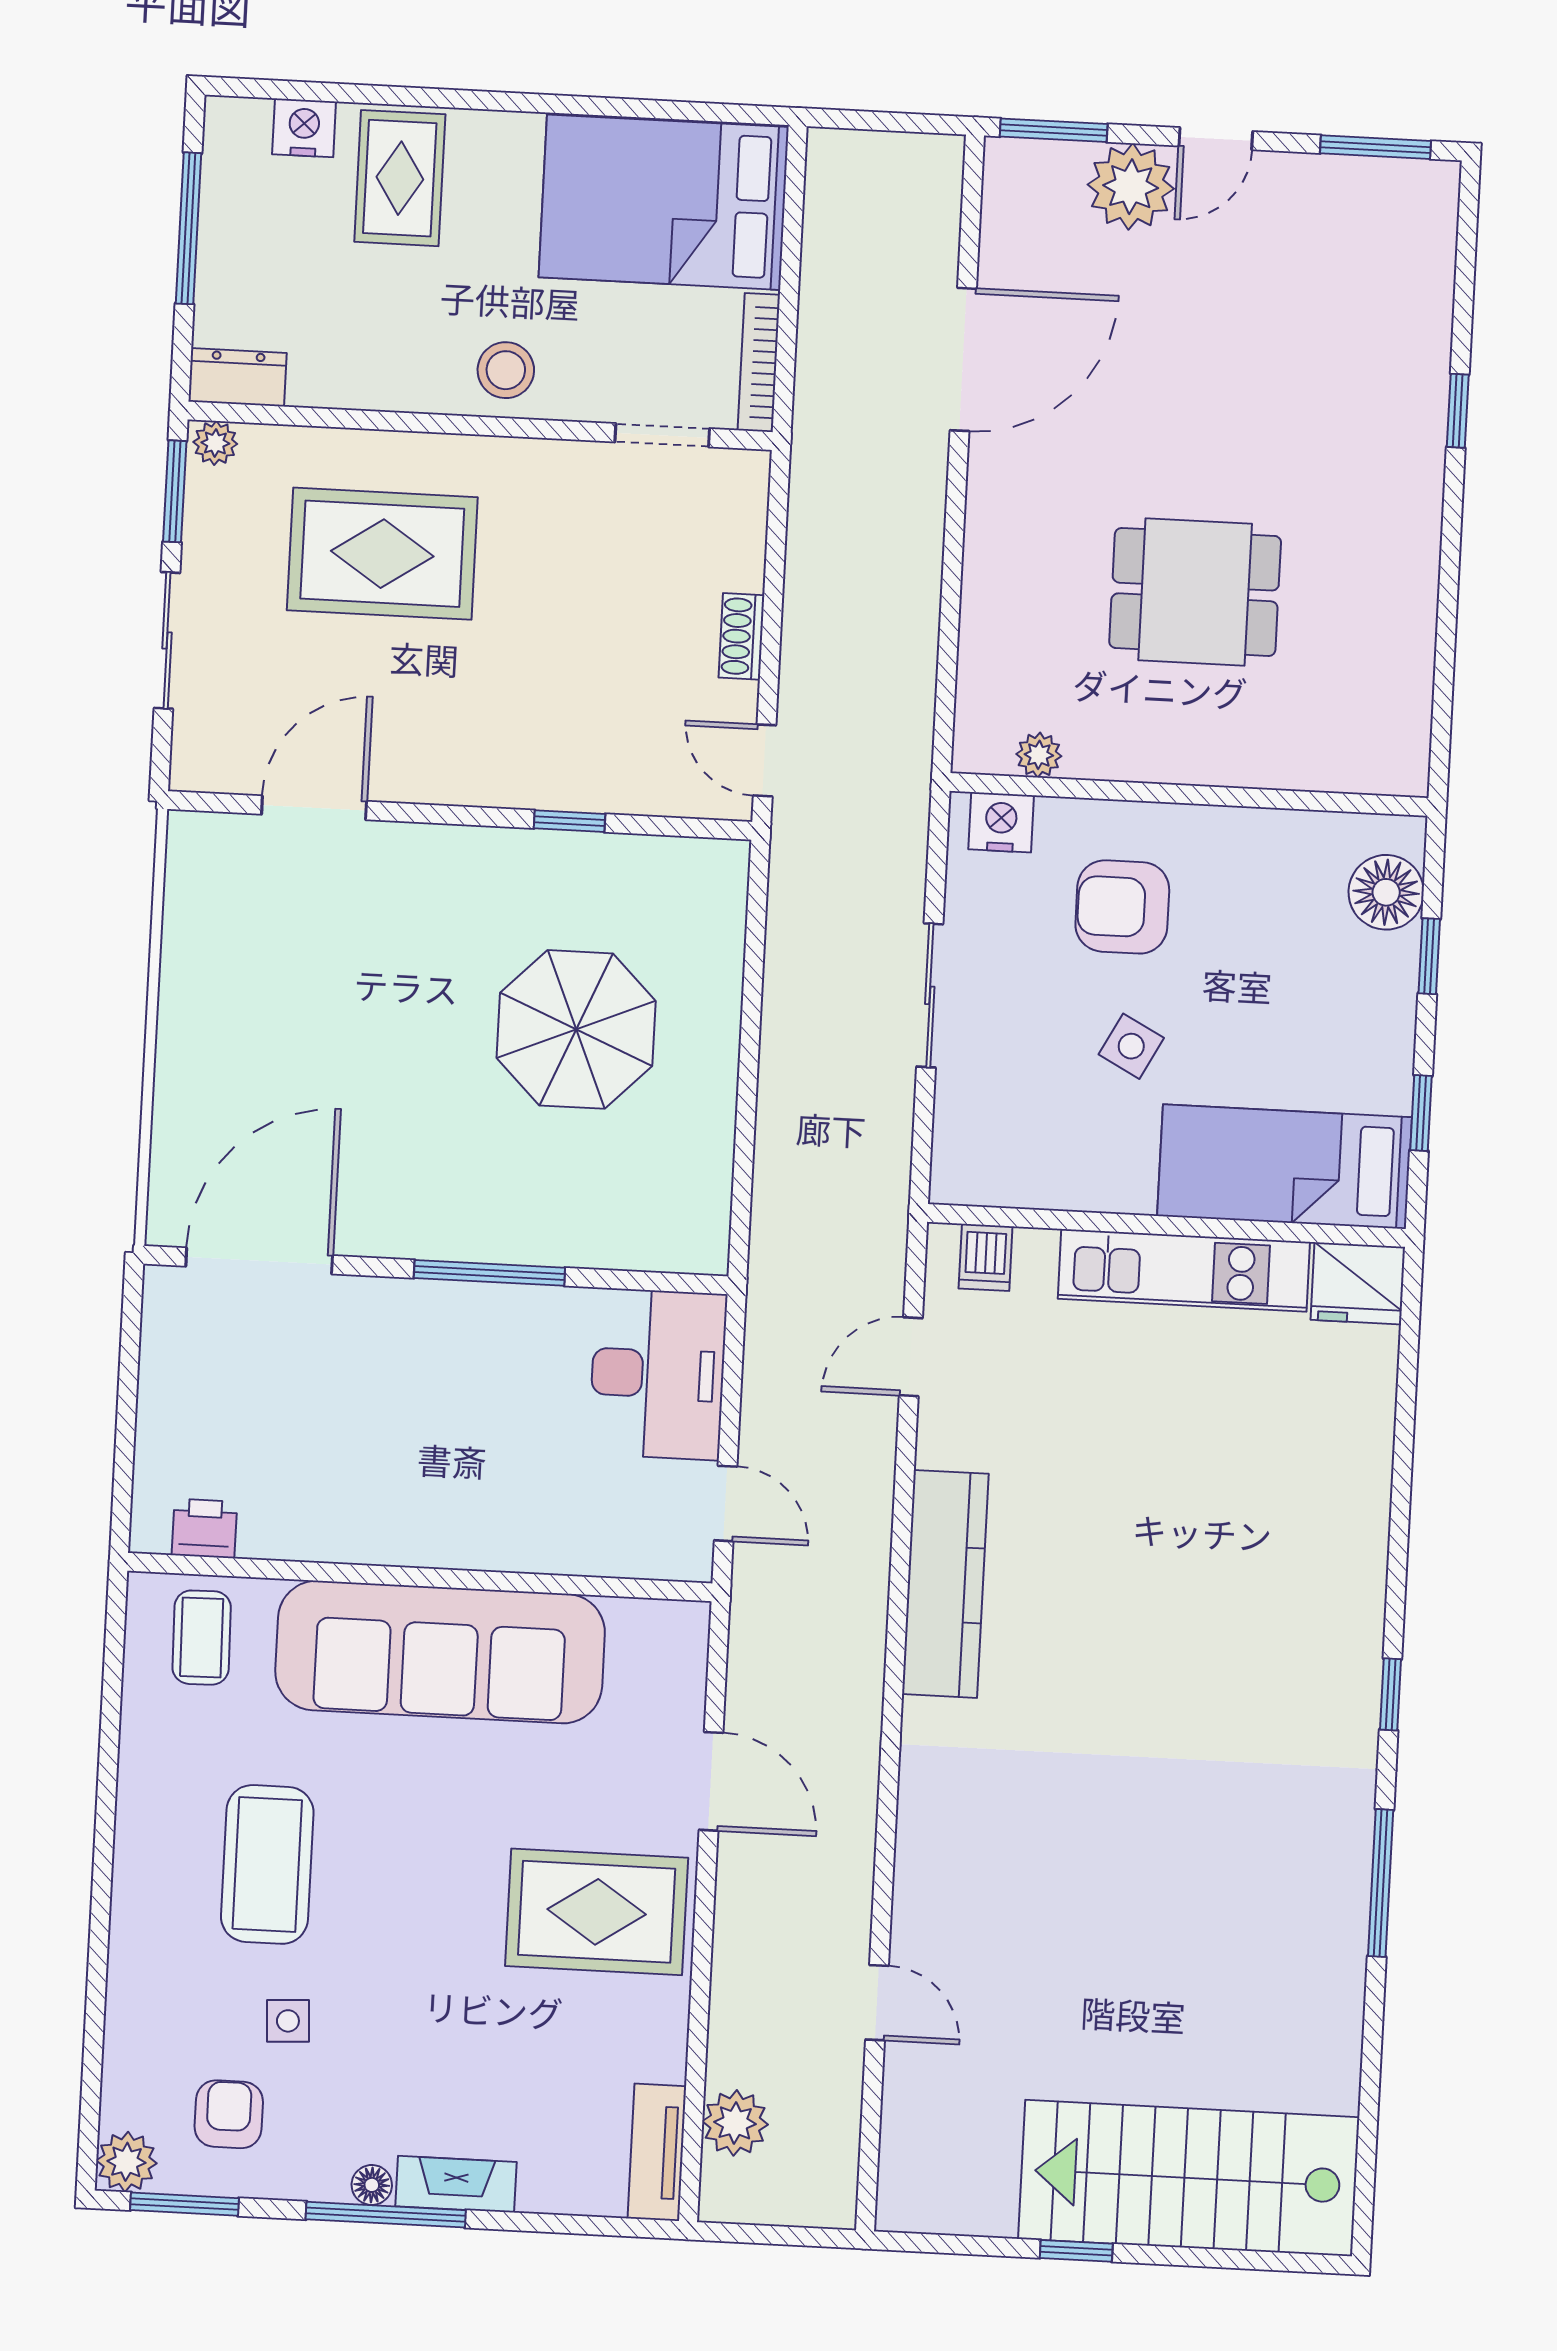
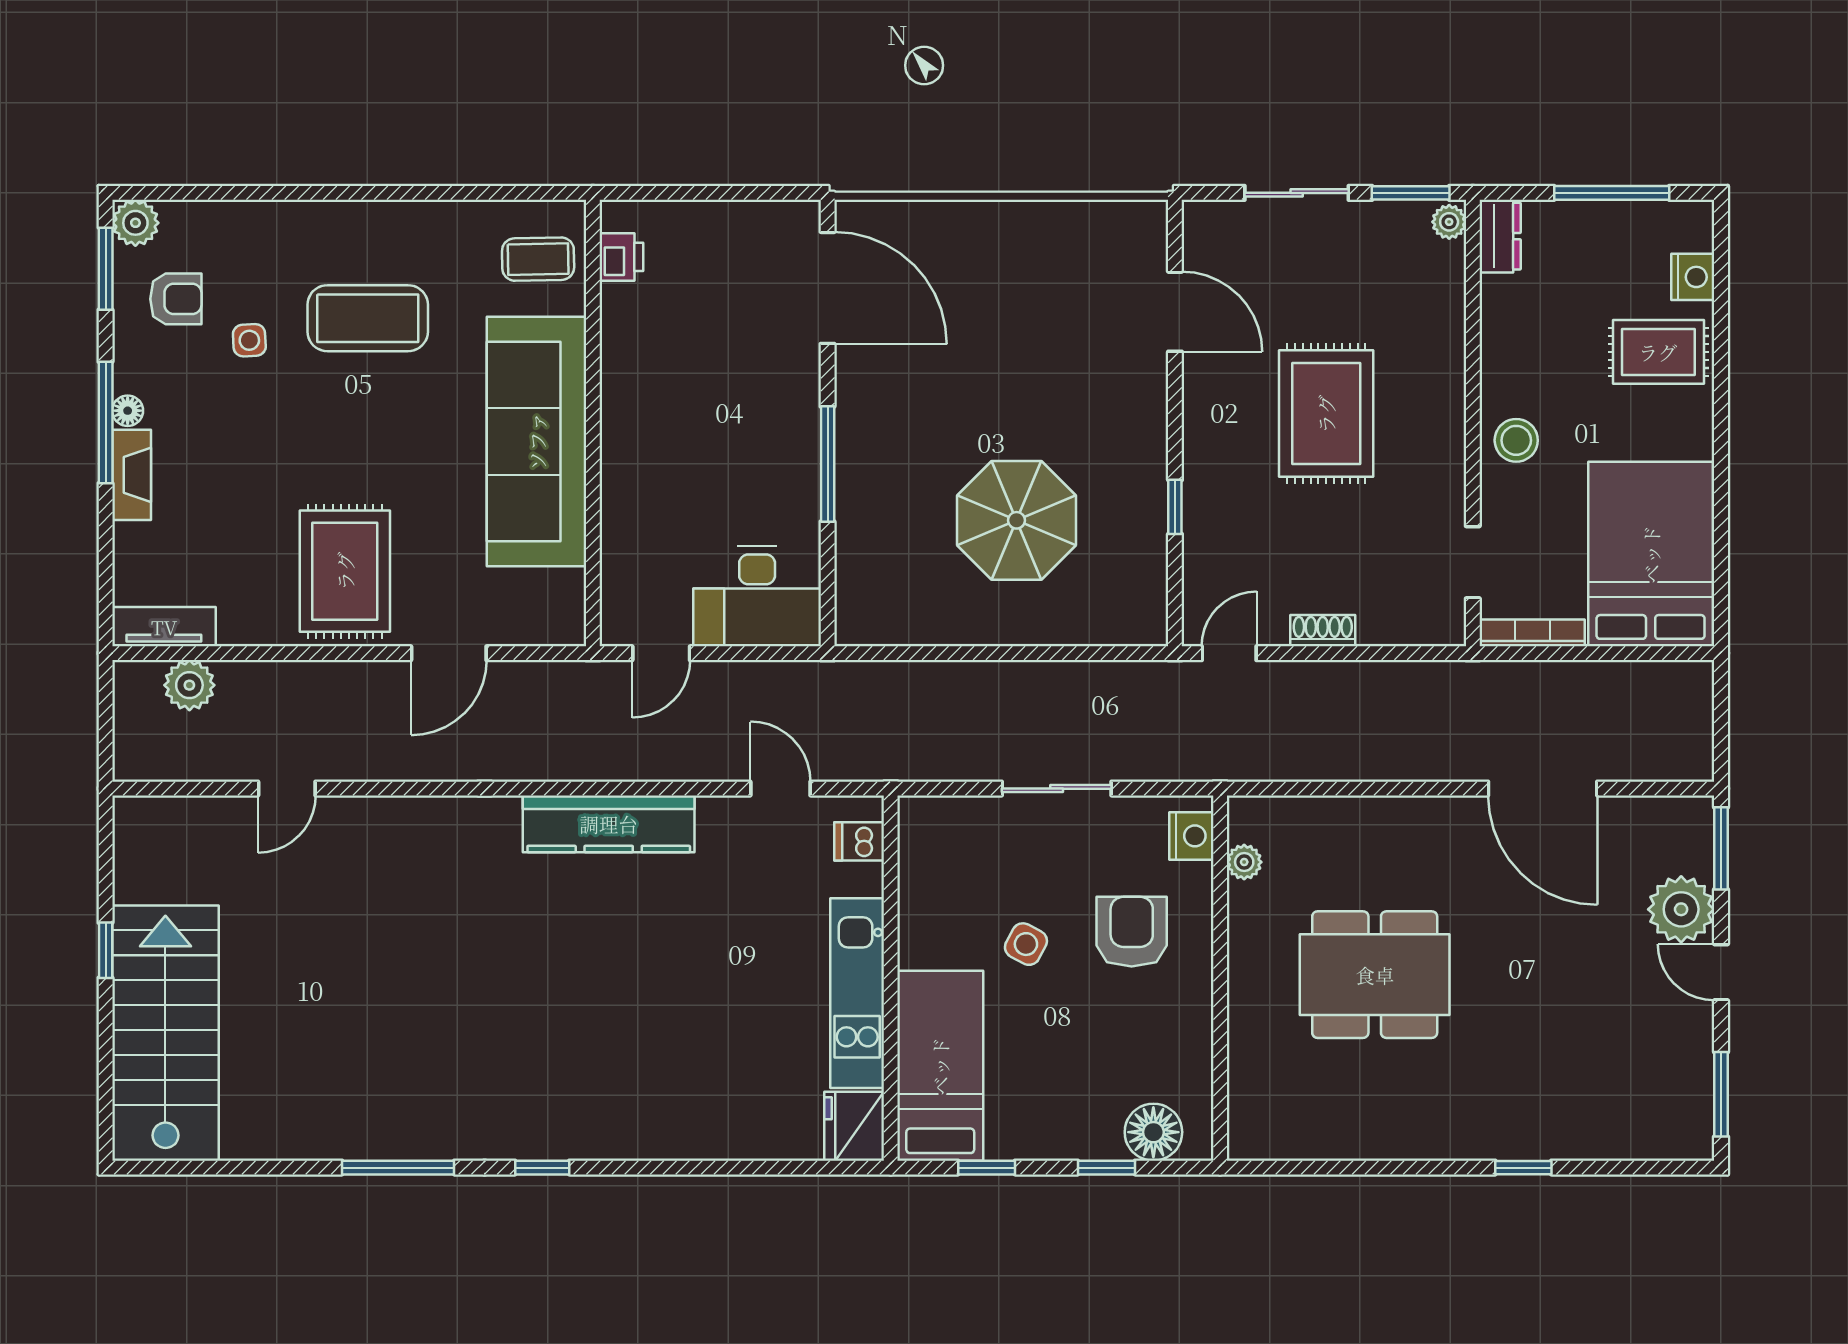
rug: (382, 554) -> (1326, 414), moved
dining table: (1195, 592) -> (1375, 975), width x1.38

